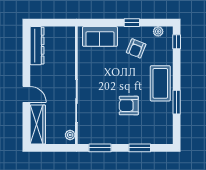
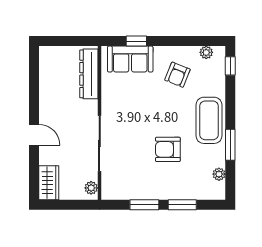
window: (132, 23) -> (136, 41), moved
dresser: (37, 46) -> (89, 74), moved, turned 180
wardrobe: (38, 124) -> (49, 183), width x0.67
plant: (168, 125) -> (219, 174), added
window: (100, 148) -> (144, 205), moved

